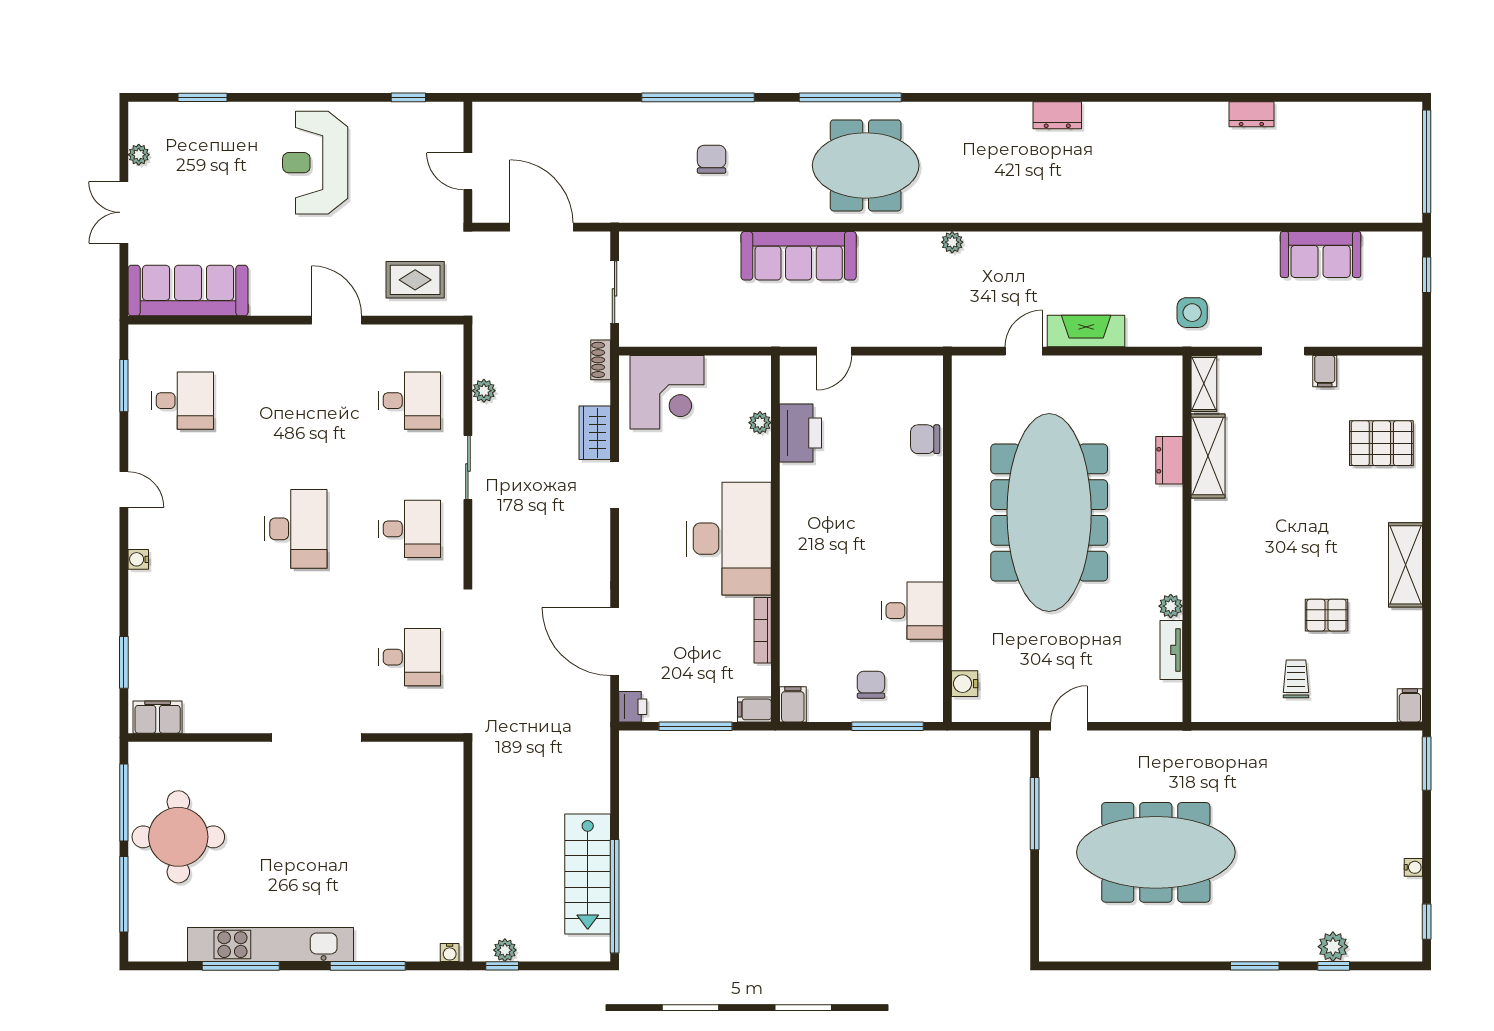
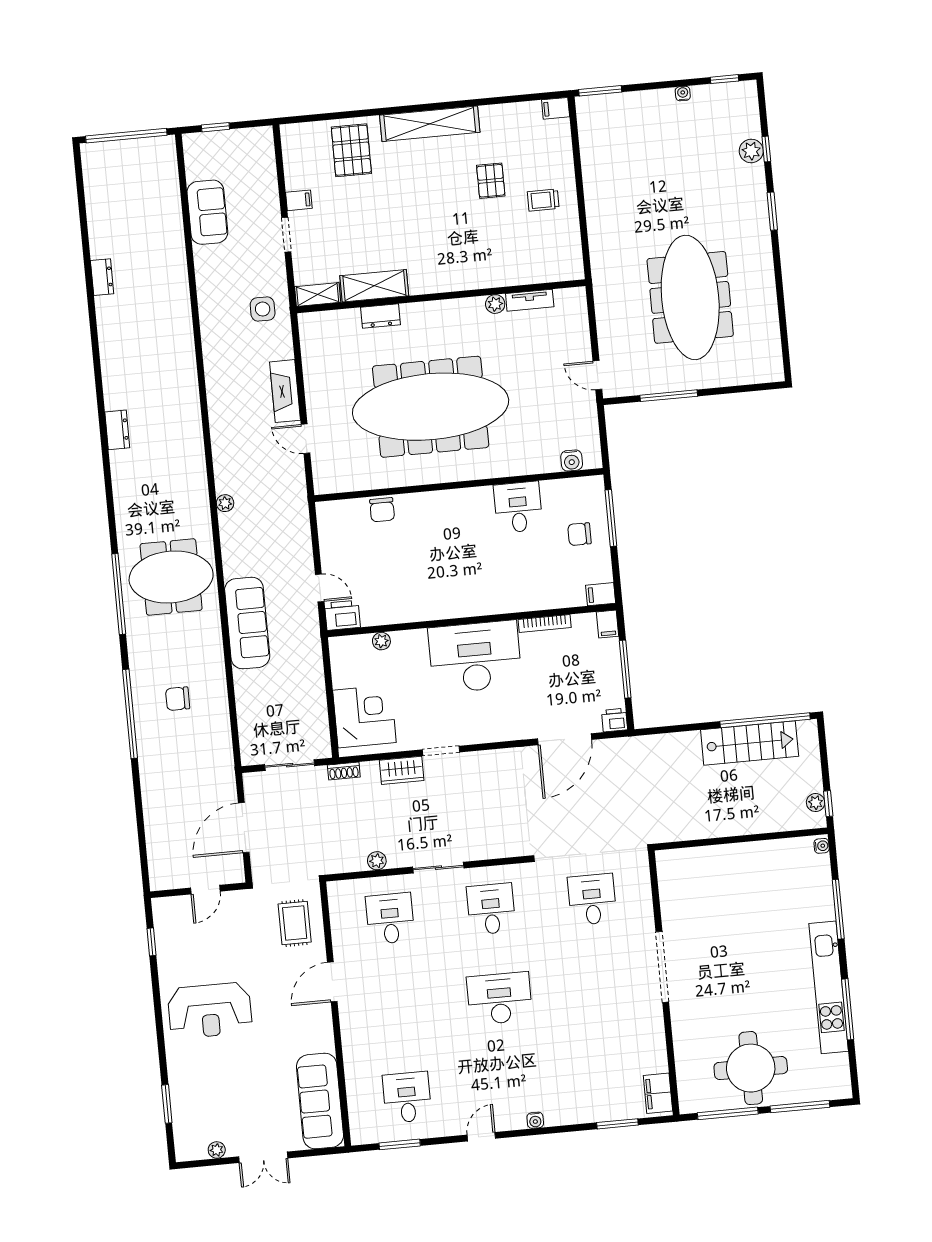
meeting table: (866, 165) -> (171, 577), turned 90
printer: (800, 433) -> (342, 615), moved, width x0.73, depth x0.84
shelving: (1406, 565) -> (430, 124), width x1.47

